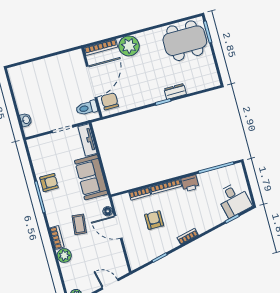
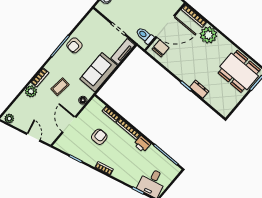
armchair: (49, 183) -> (74, 45), turned 95
door: (118, 227) -> (69, 125), moved

